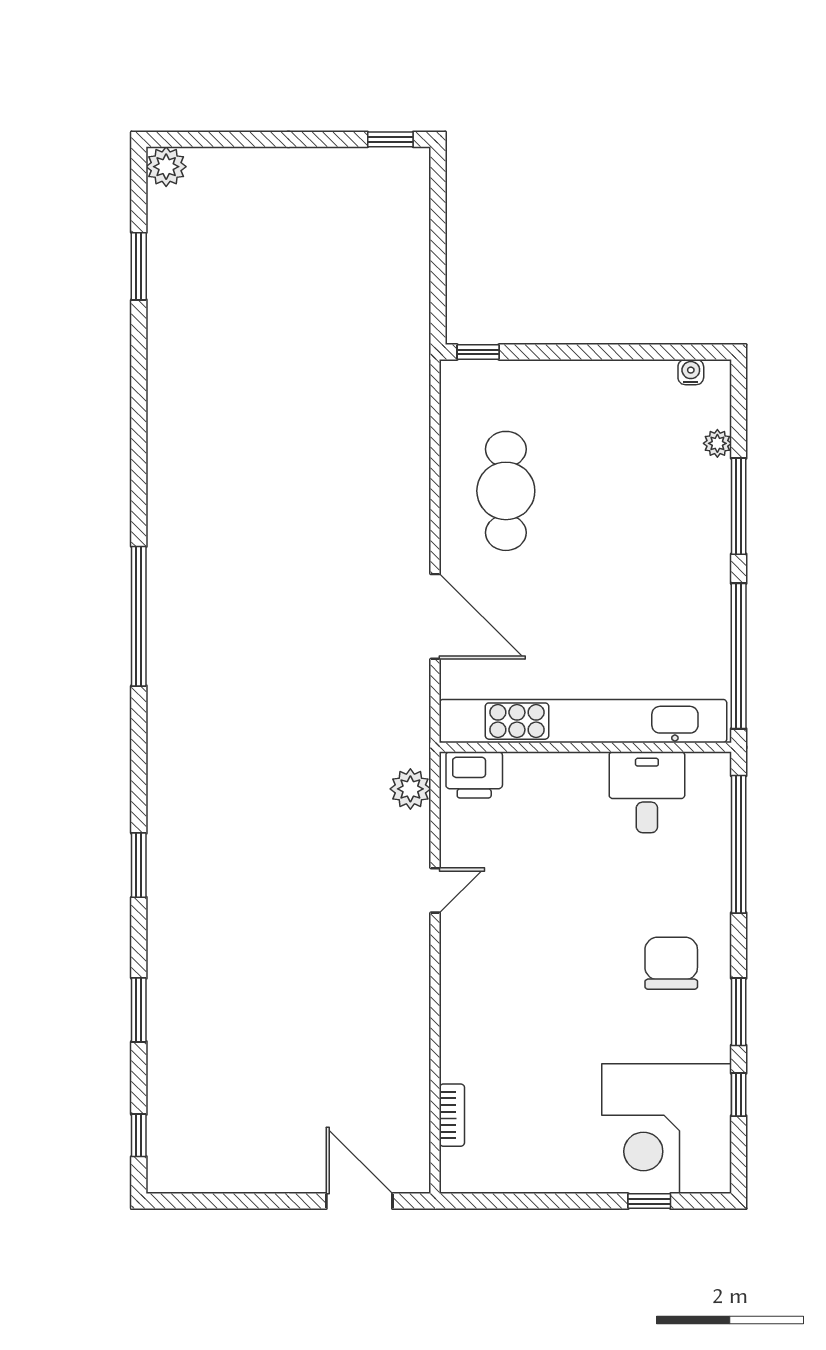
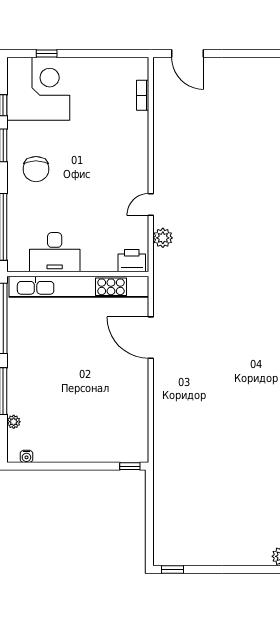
cafe table: (506, 491) -> (116, 399), removed
plant: (410, 789) -> (163, 238), moved
desk: (647, 792) -> (55, 252), width x1.37

